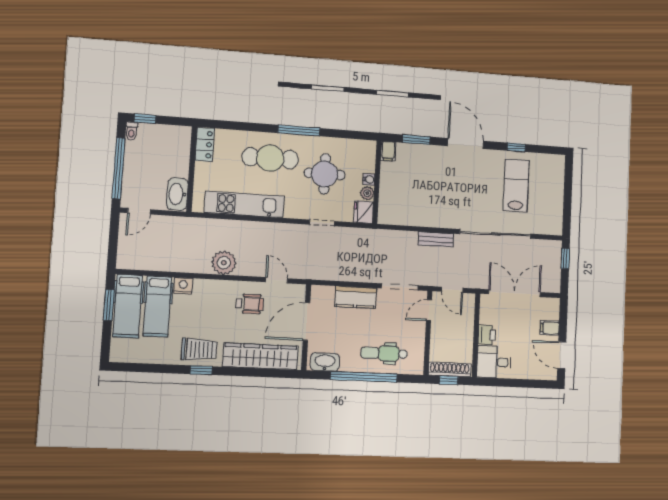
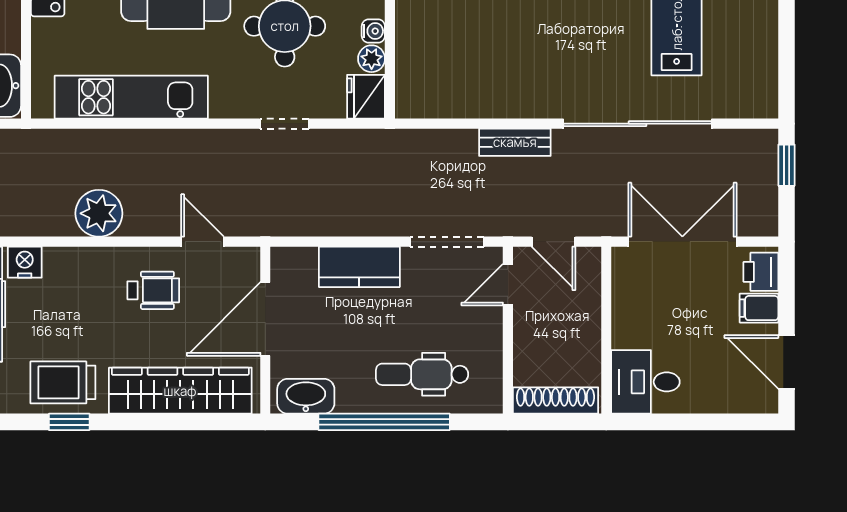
printer: (487, 335) -> (761, 272), moved, turned 180
trolley: (199, 349) -> (63, 382), turned 180
window: (449, 380) -> (555, 422), removed

